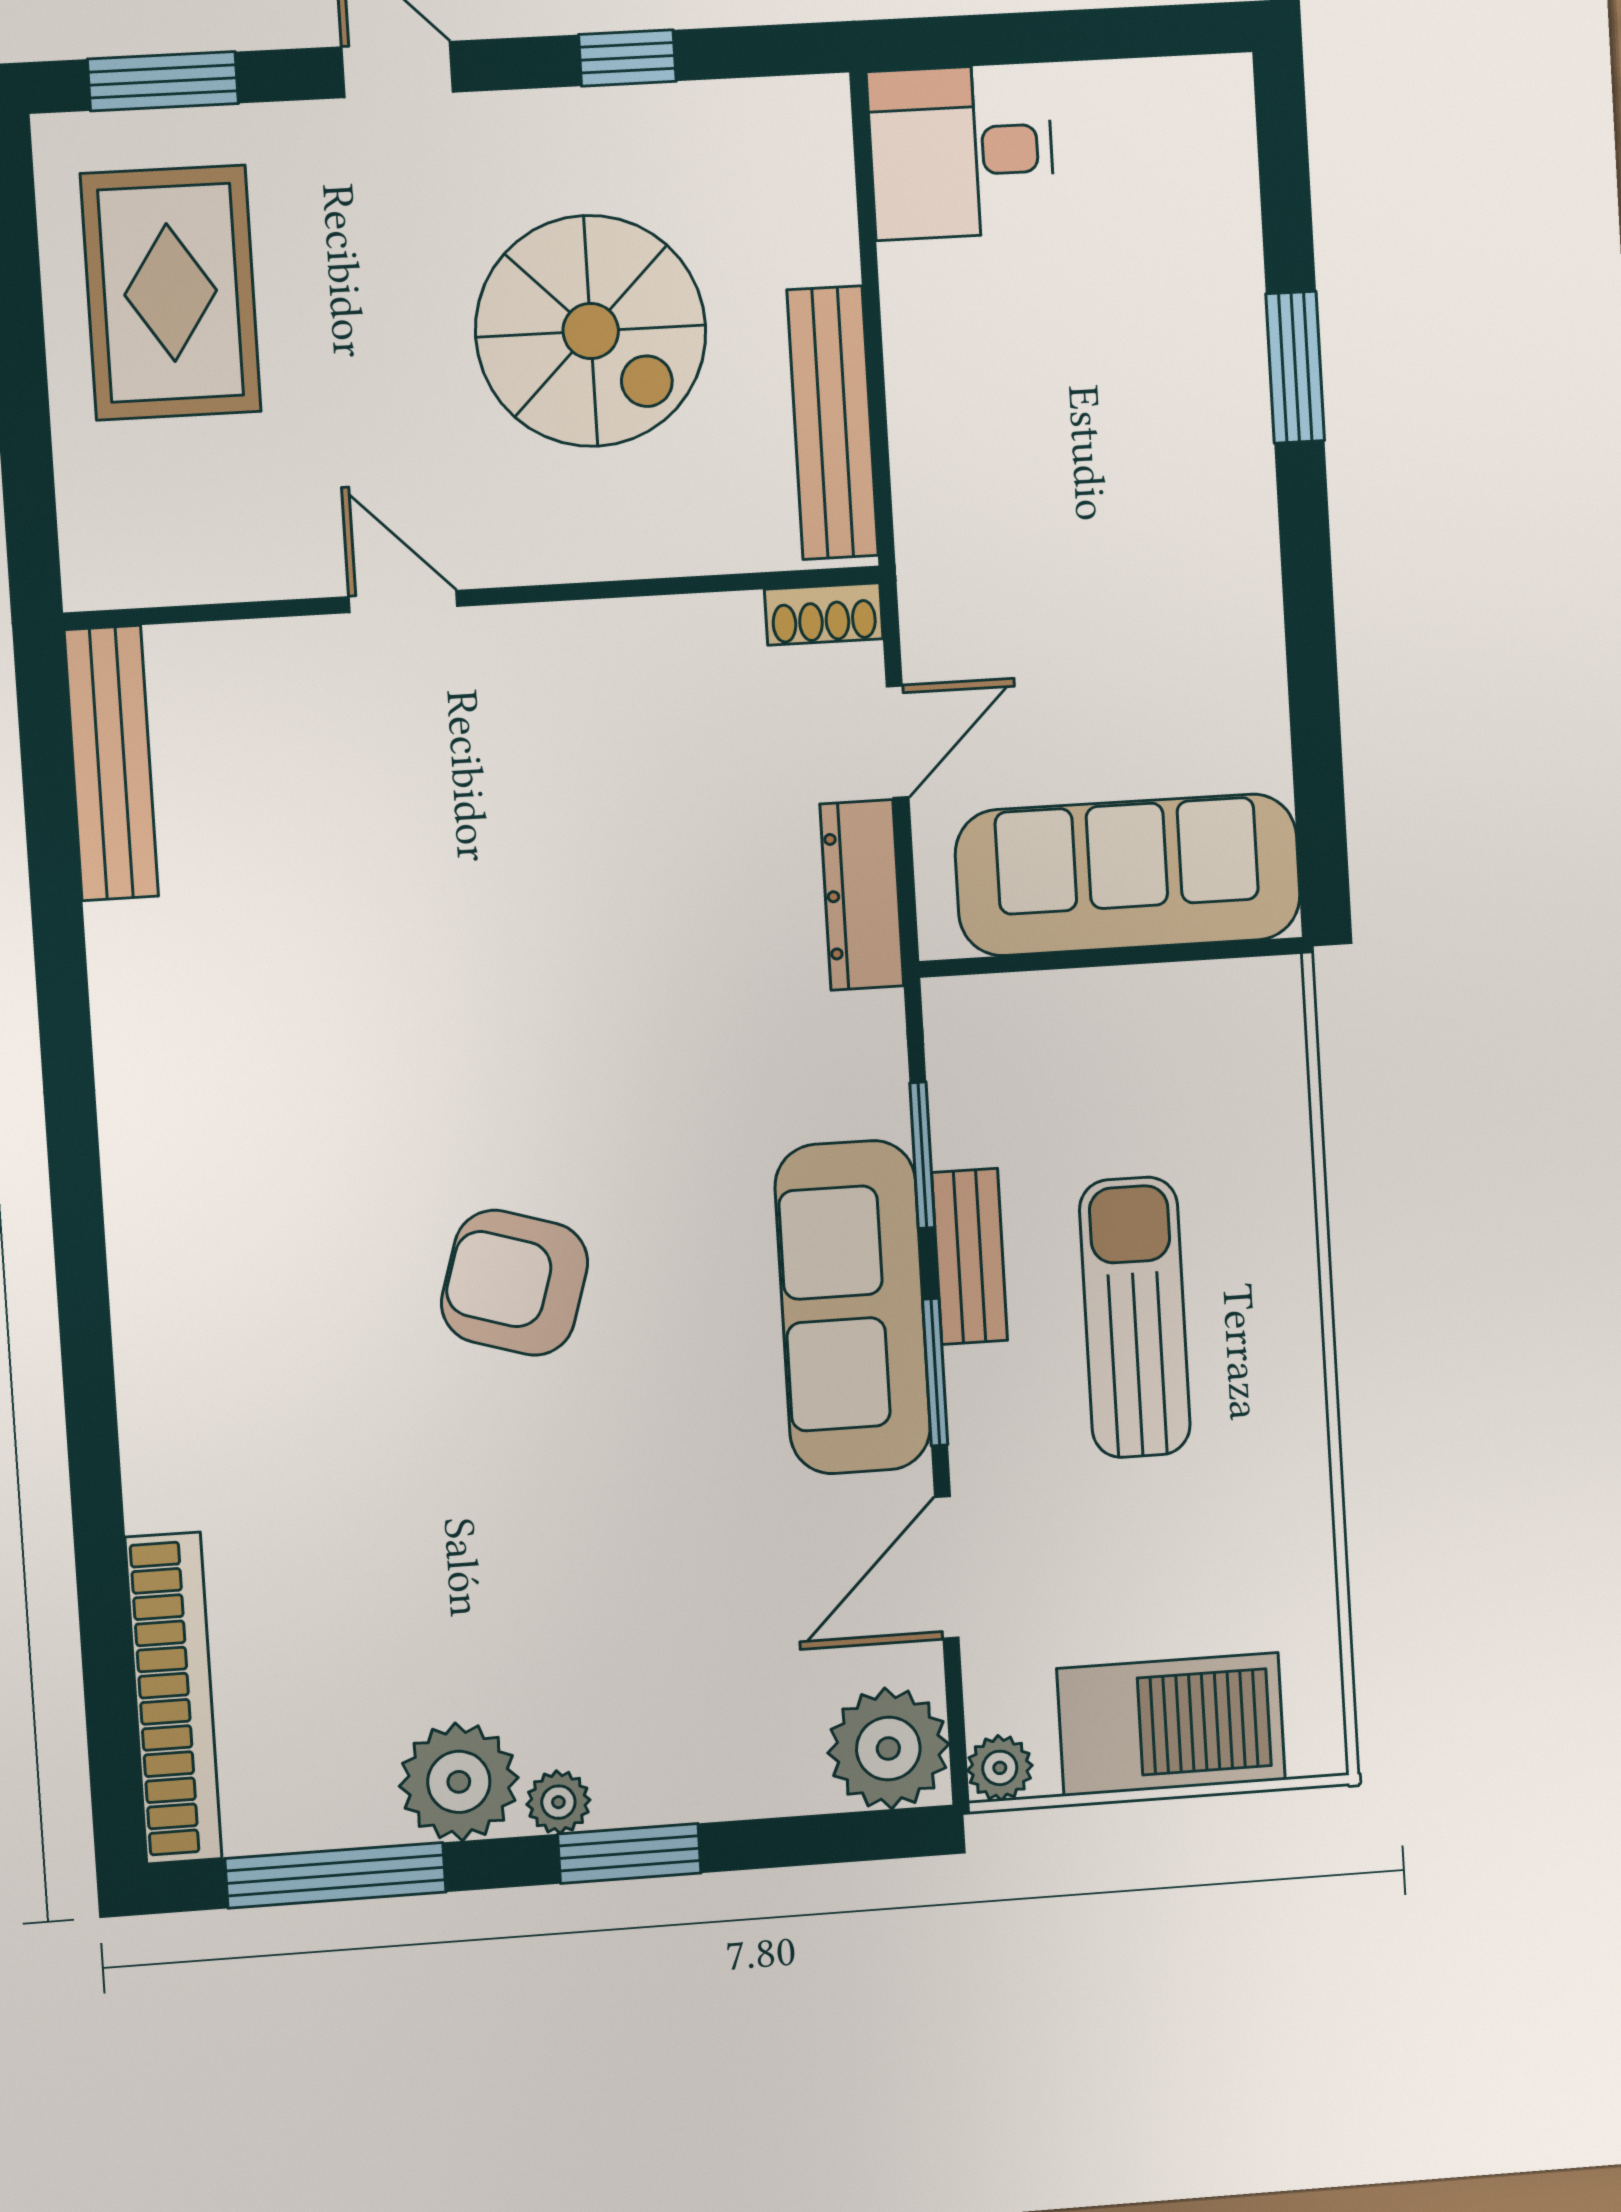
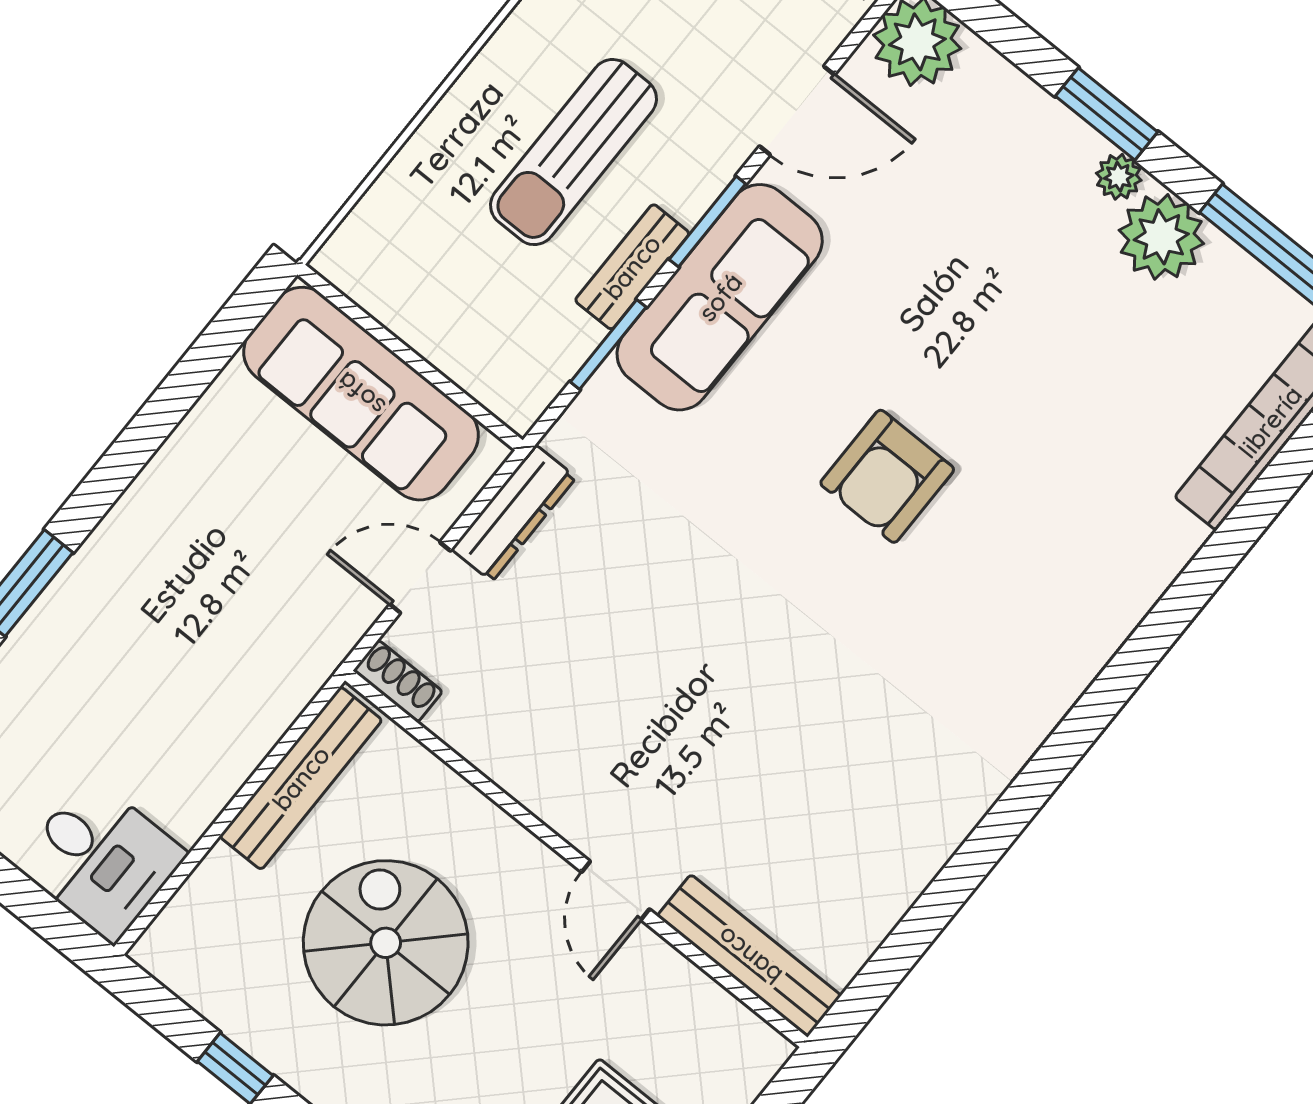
bench: (111, 763) -> (749, 956), moved, turned 90
armchair: (515, 1283) -> (887, 476), turned 73

